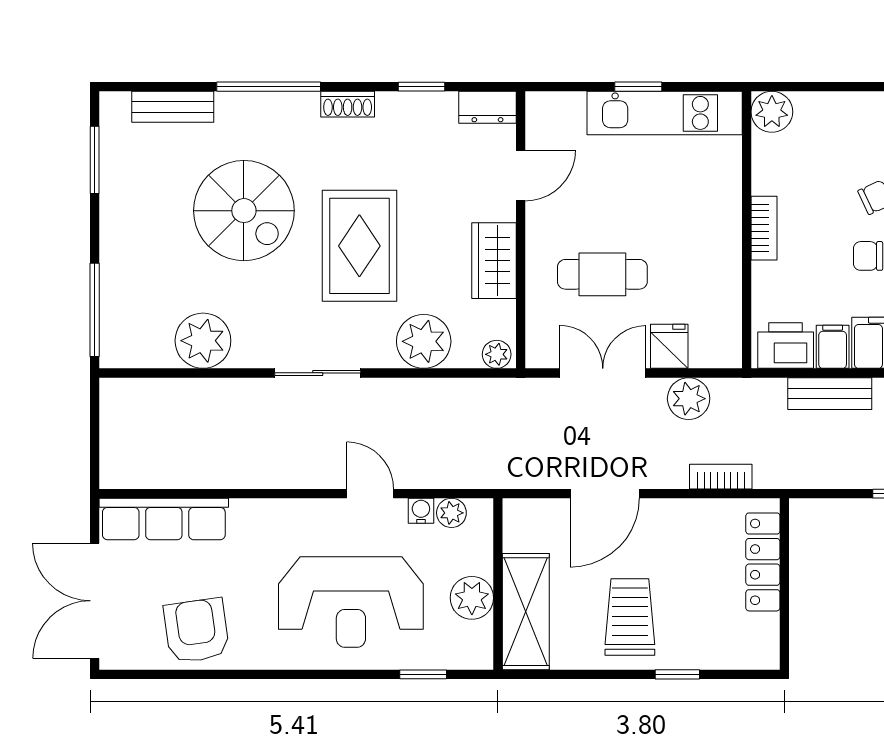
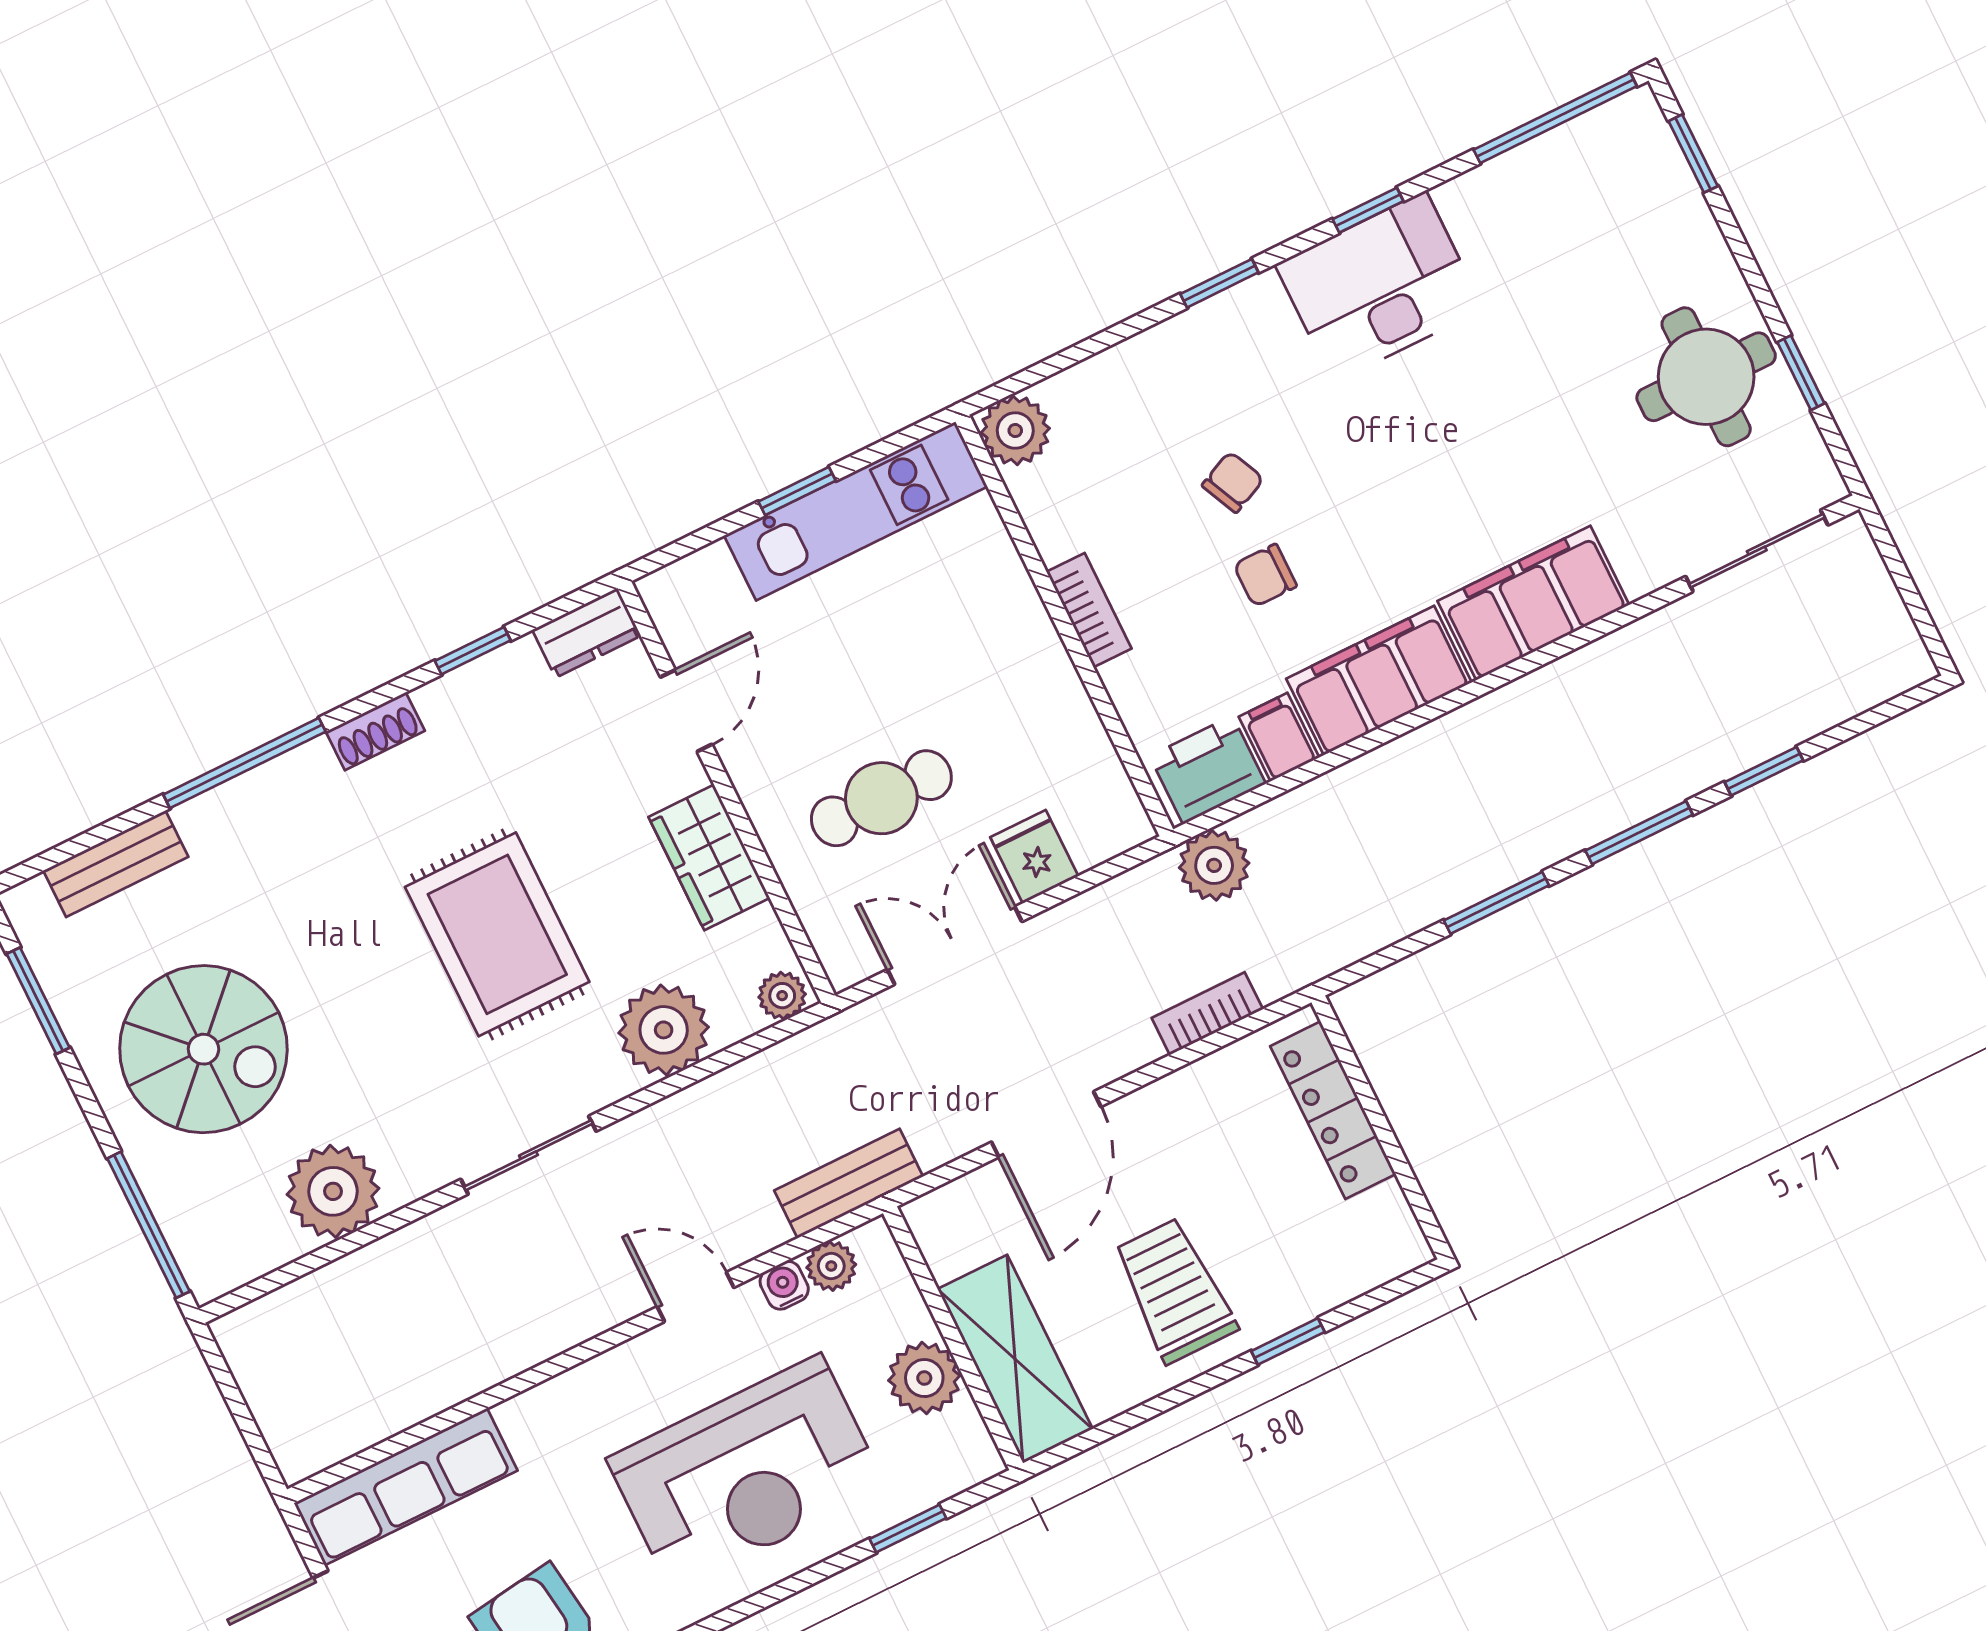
spiral stairs: (244, 211) -> (203, 1049), moved
bench: (830, 394) -> (849, 1184), moved
plant: (689, 399) -> (1214, 865), moved

